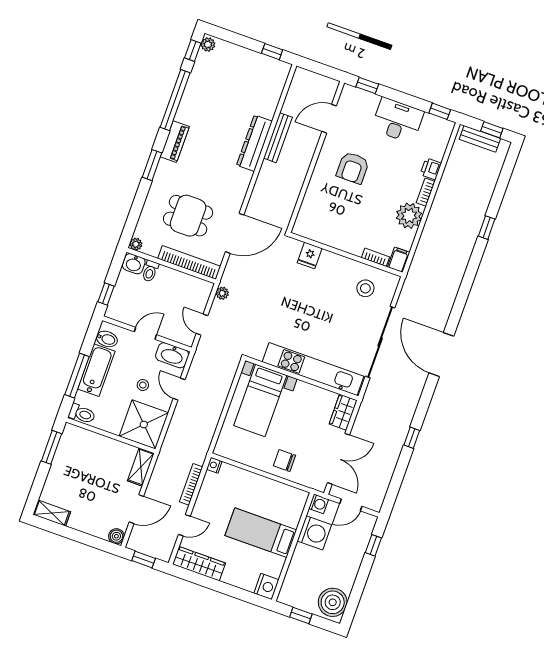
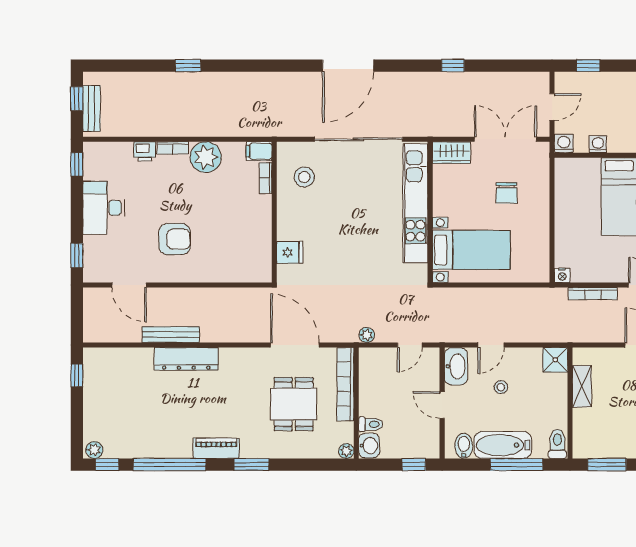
shower: (144, 424) -> (555, 360), width x0.54, depth x0.54
chair: (284, 461) -> (507, 193), moved
shelving: (141, 467) -> (582, 386), moved, turned 90
door: (351, 505) -> (552, 107), hinge flipped
washing machine: (314, 533) -> (598, 144), width x0.53, depth x0.53

